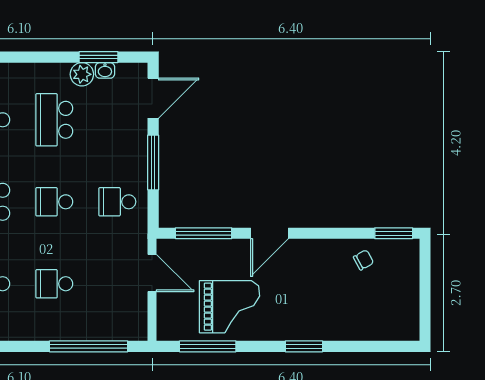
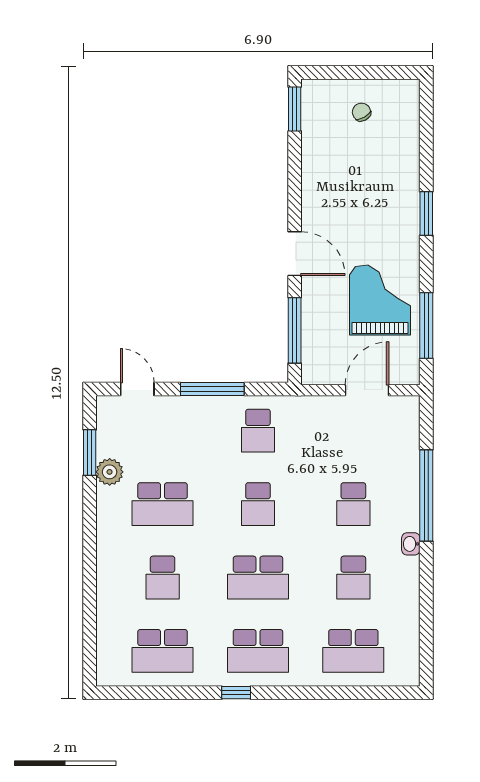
washbasin: (105, 70) -> (411, 544), moved, turned 180
door: (153, 98) -> (137, 389), width x0.73
chair: (363, 260) -> (361, 112), moved
door: (152, 273) -> (367, 390), moved
window: (89, 346) -> (426, 496), moved

